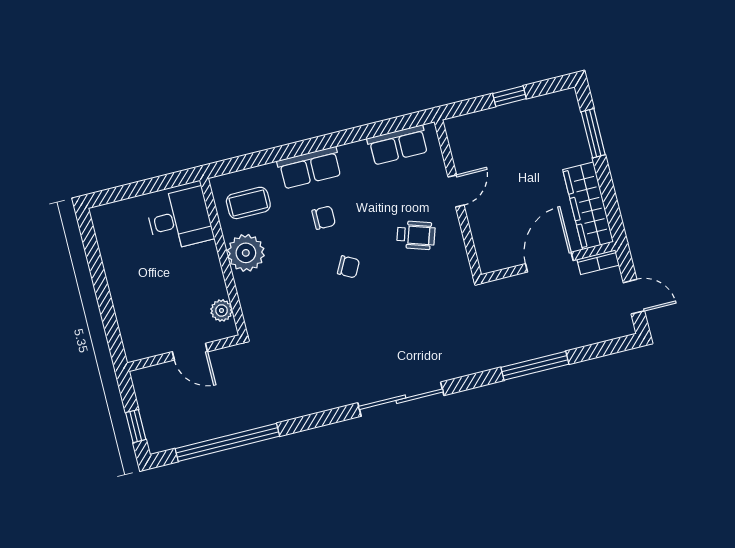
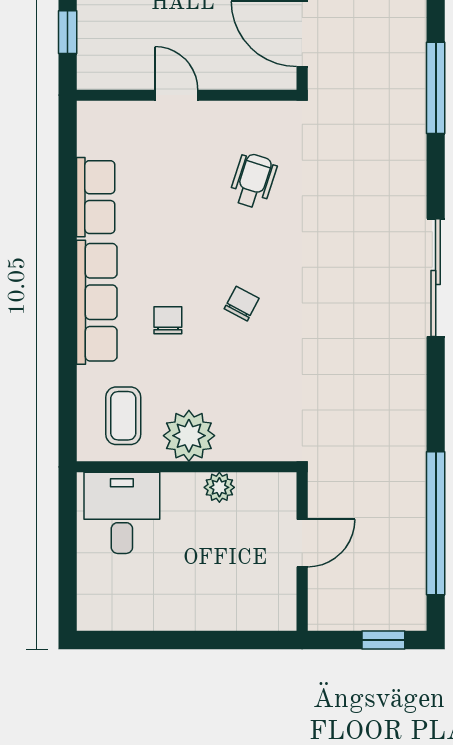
row of seats: (310, 168) -> (97, 302), width x1.48
door: (456, 191) -> (176, 95), moved
wall: (458, 198) -> (187, 95), moved
wheelchair: (416, 235) -> (253, 181), moved
plant: (222, 310) -> (219, 487), moved

